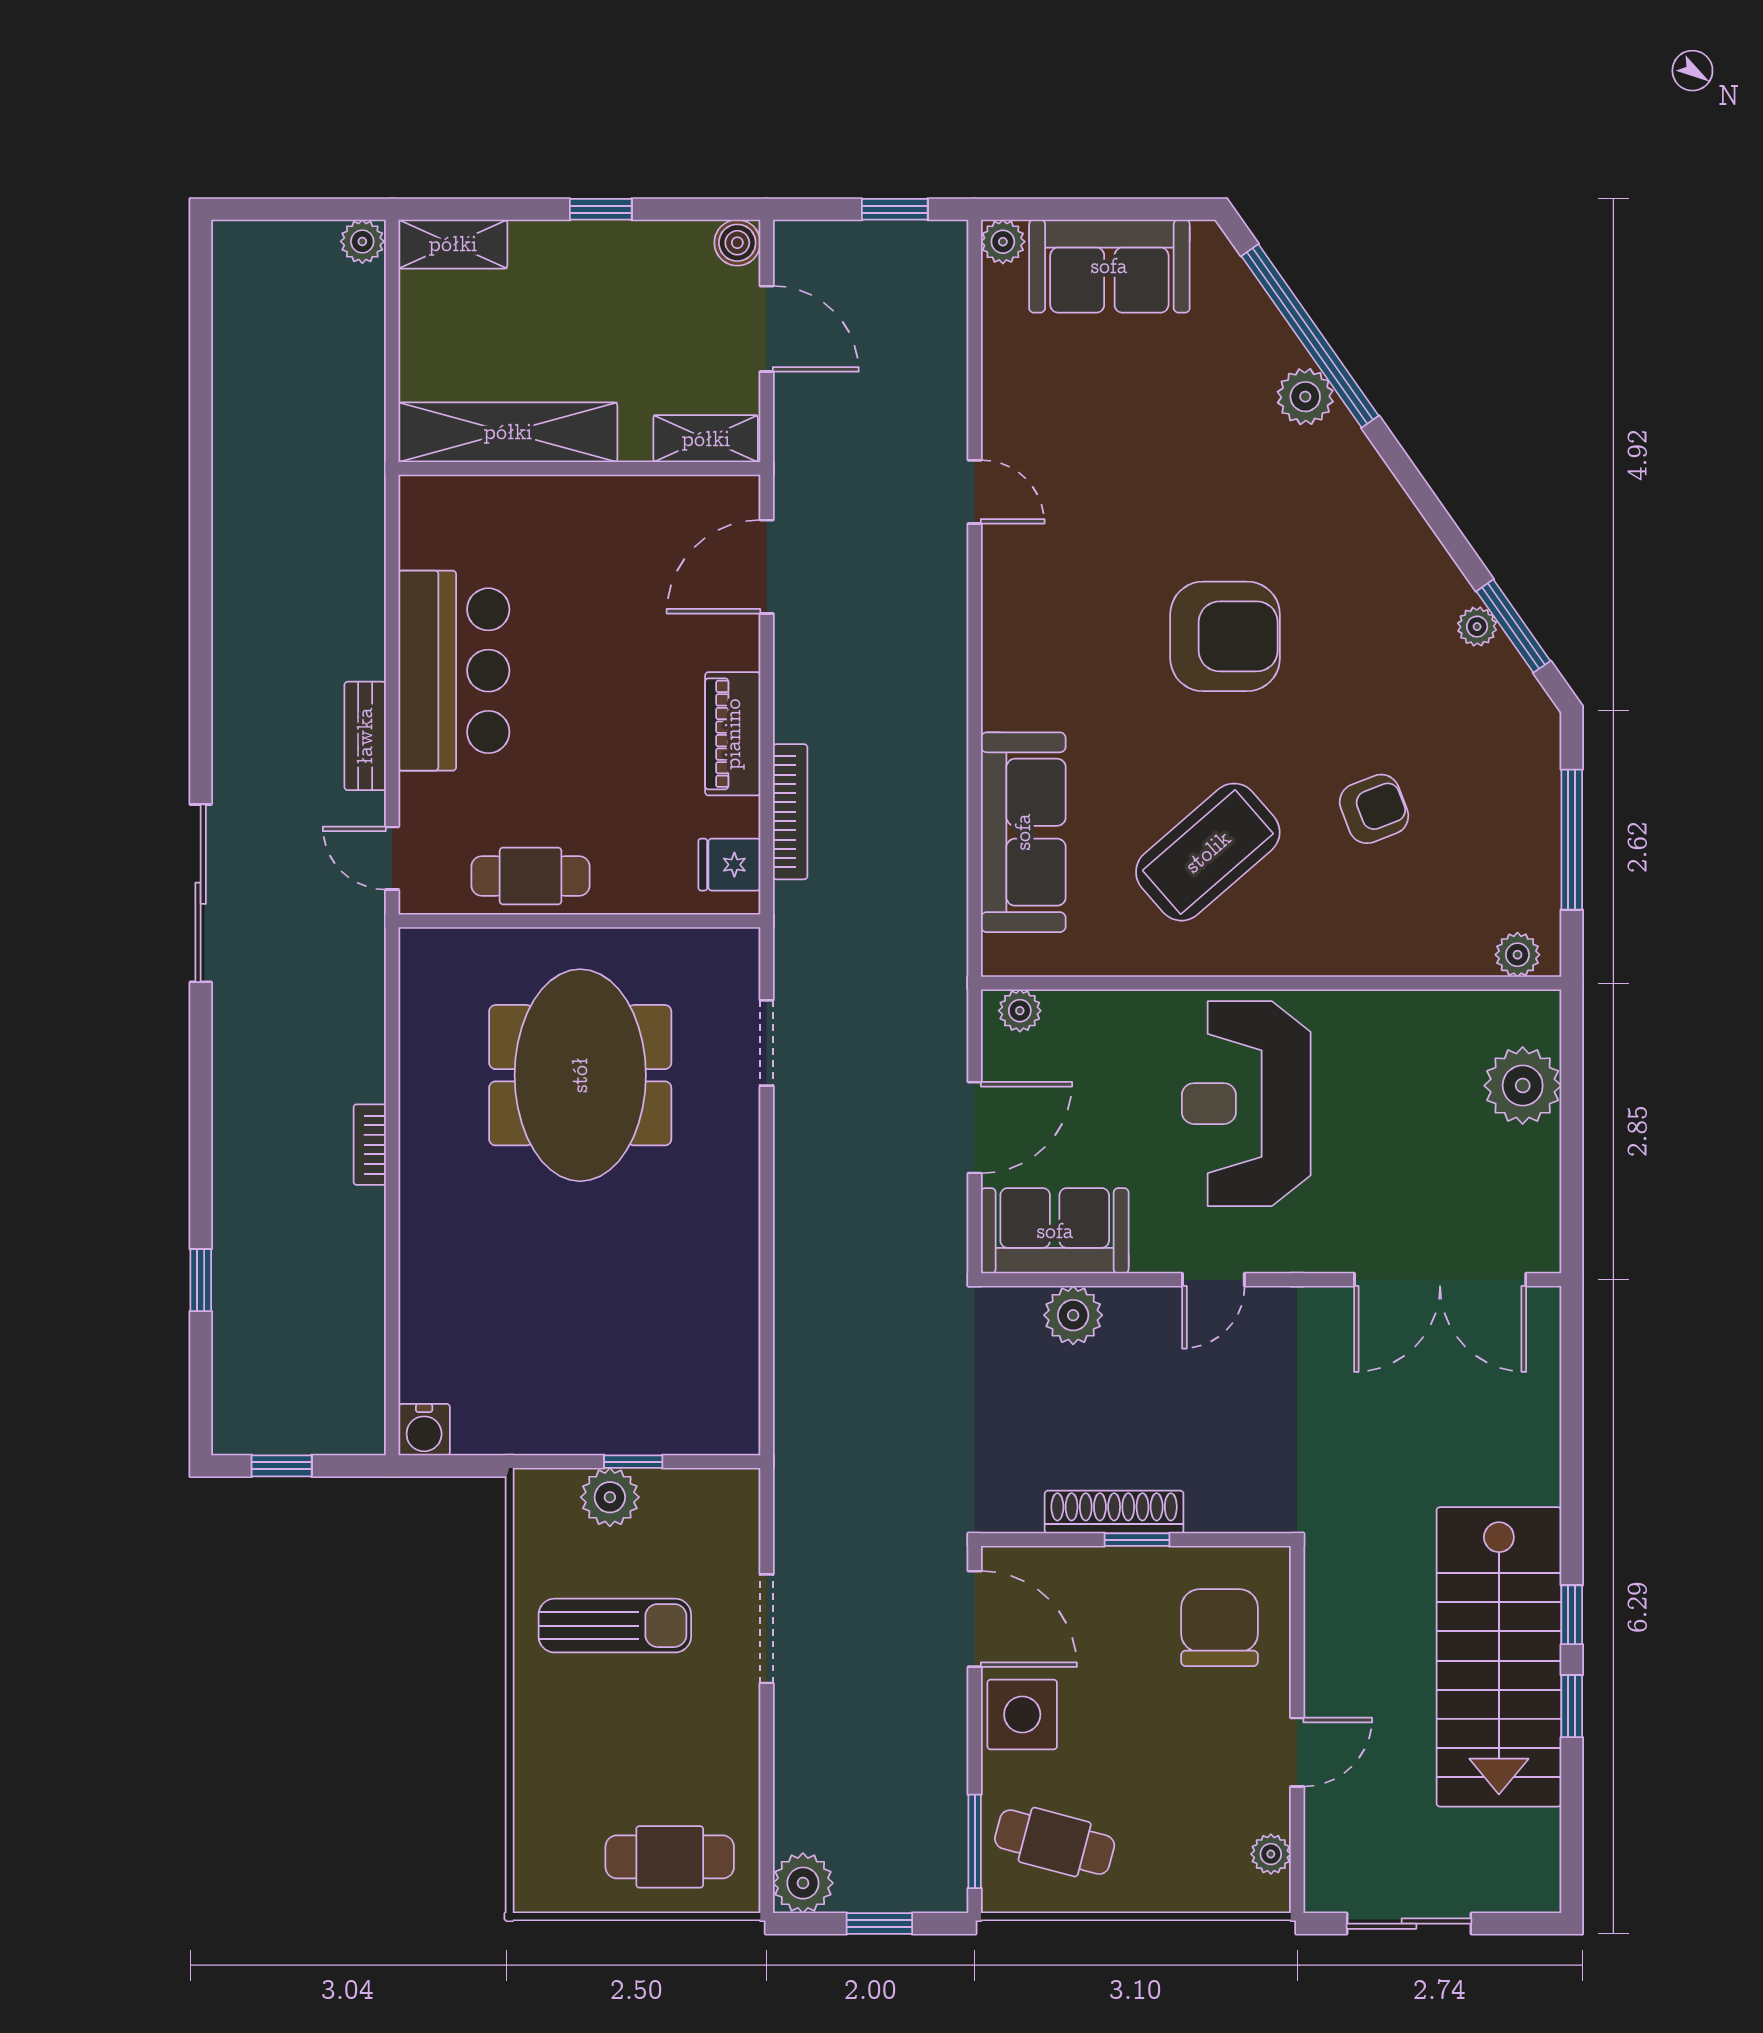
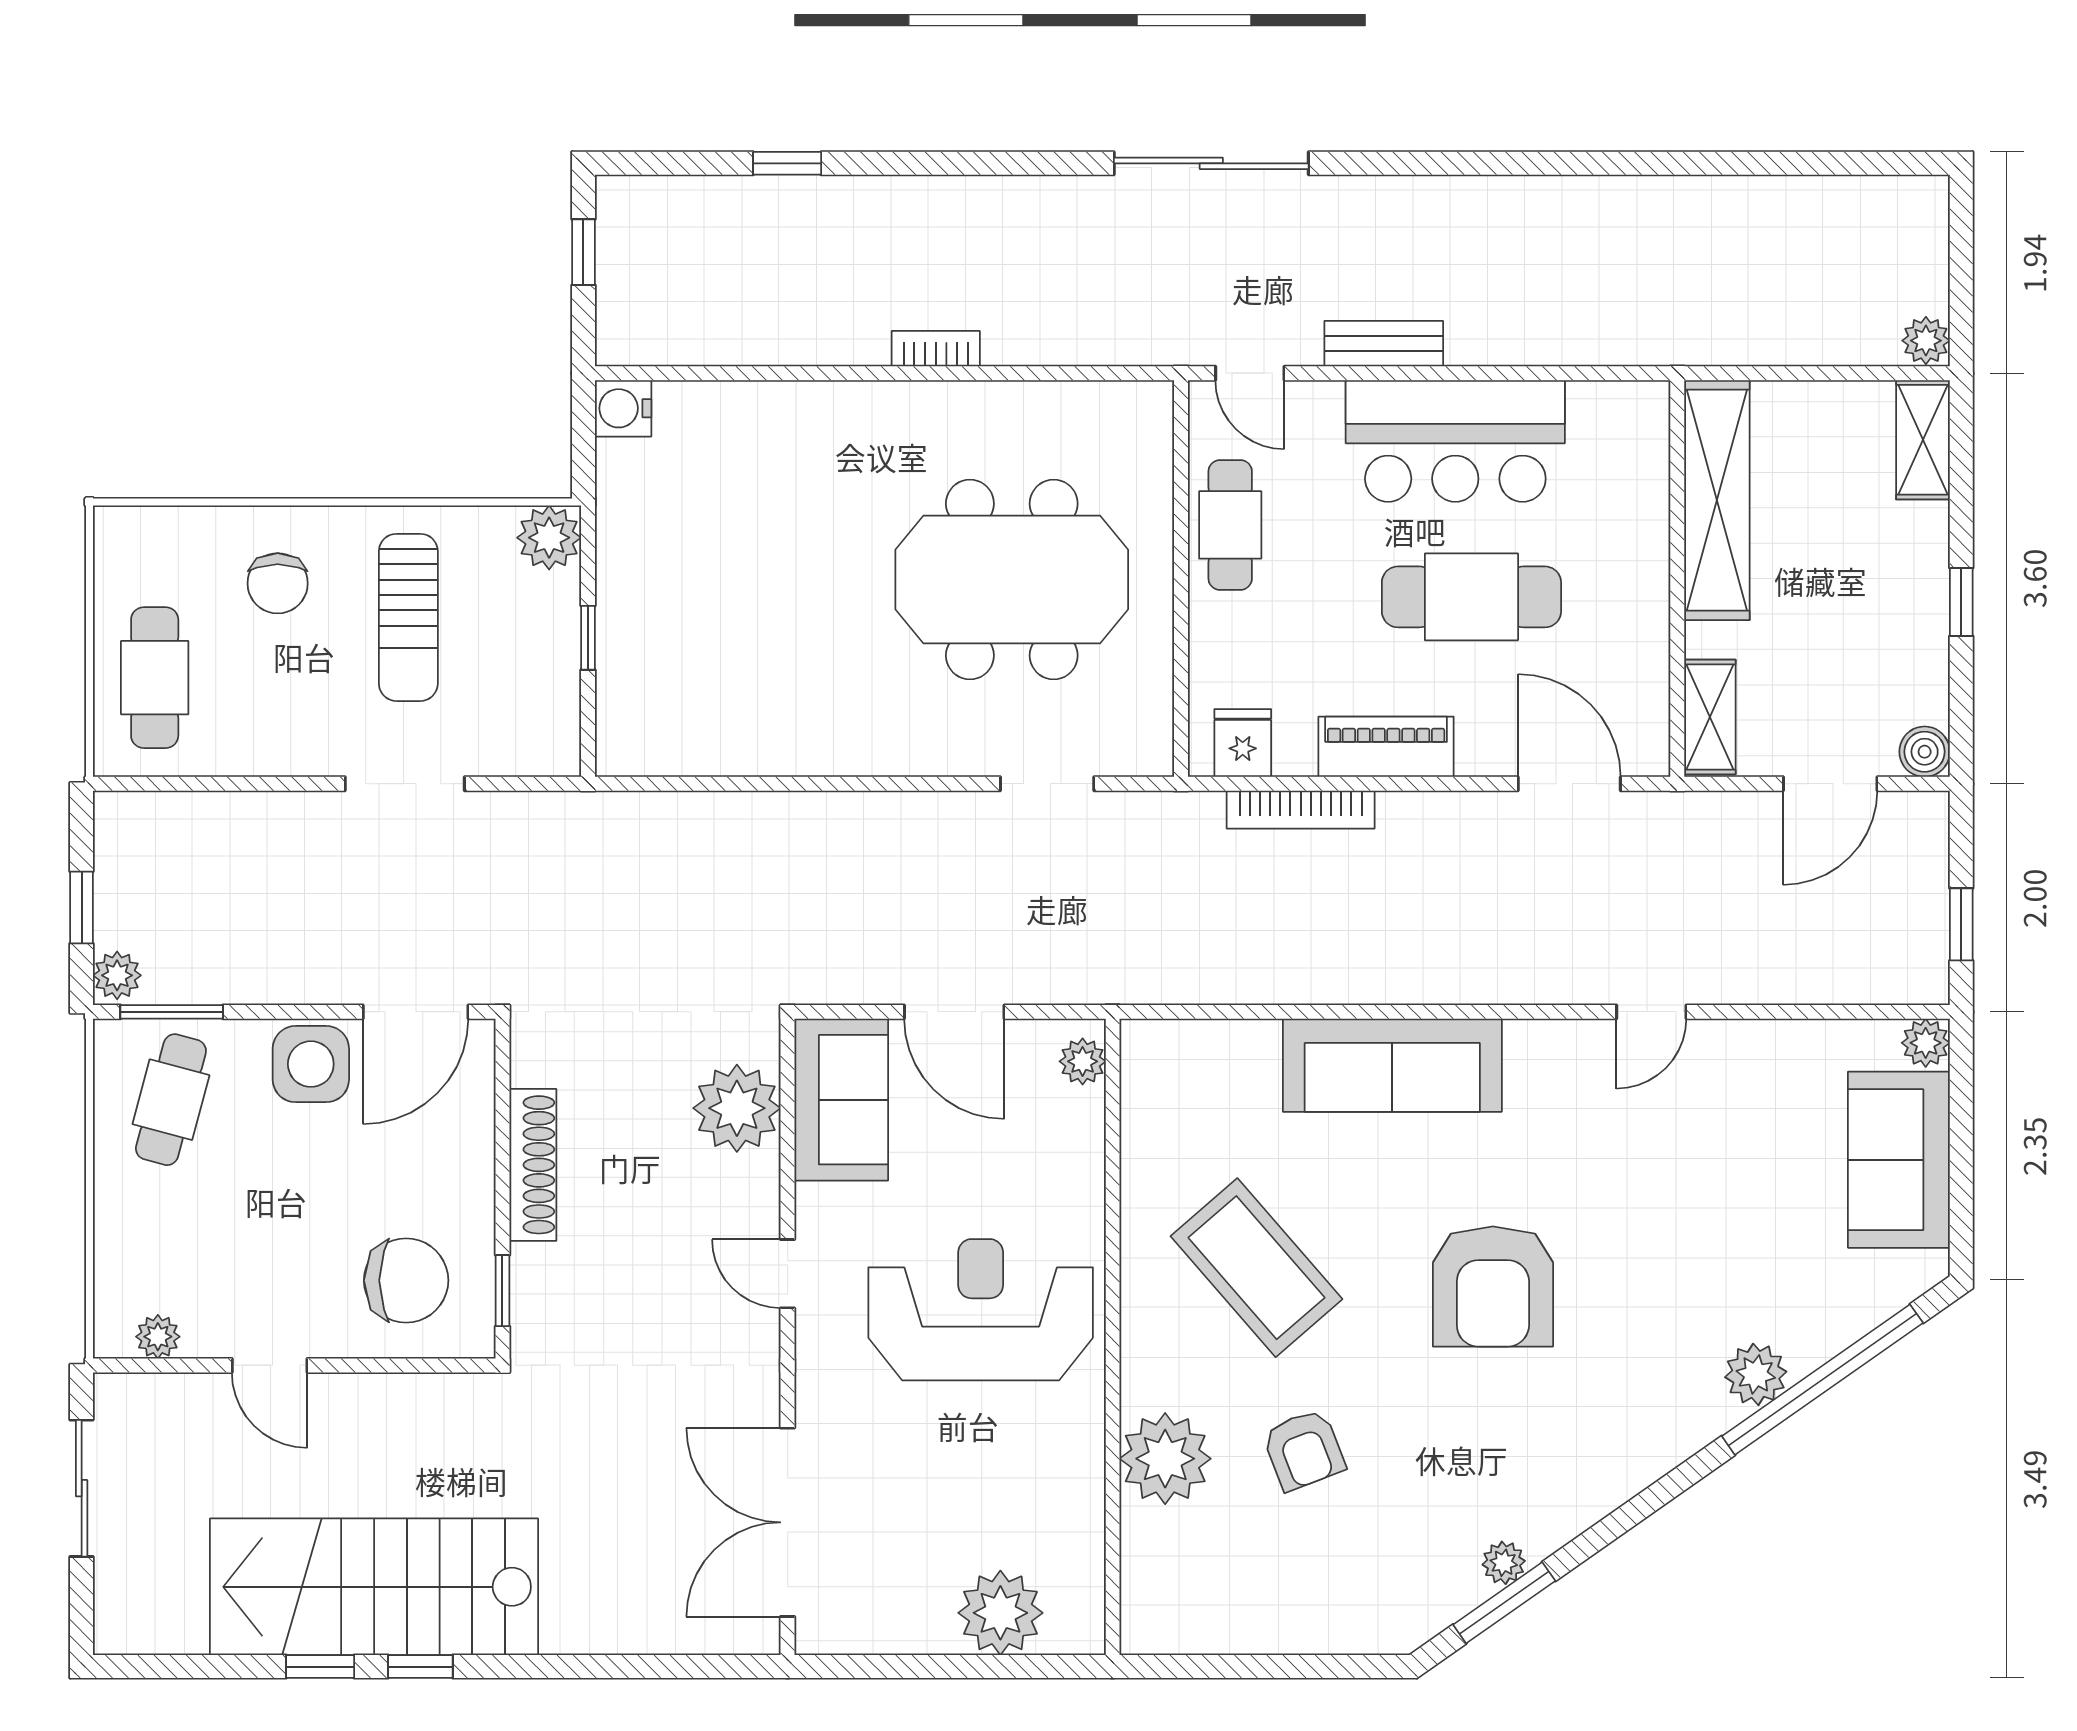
cafe table: (596, 656) -> (1471, 597), added
sofa: (1023, 832) -> (1392, 1065), moved
window: (1572, 840) -> (1270, 1667), removed
door: (392, 858) -> (1250, 373), swing flipped
plant: (1517, 955) -> (1165, 1459), moved, width x1.87, depth x1.87
plant: (1073, 1315) -> (737, 1108), width x1.36, depth x1.36
plant: (610, 1497) -> (549, 538), moved
window: (1137, 1540) -> (502, 1291), moved
chair: (584, 1745) -> (278, 583), added
plant: (803, 1883) -> (117, 975), moved, width x0.73, depth x0.73

